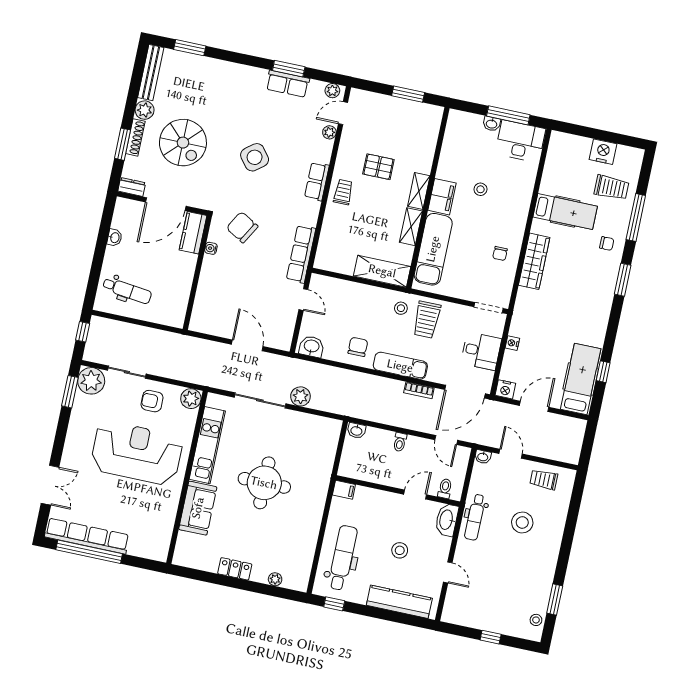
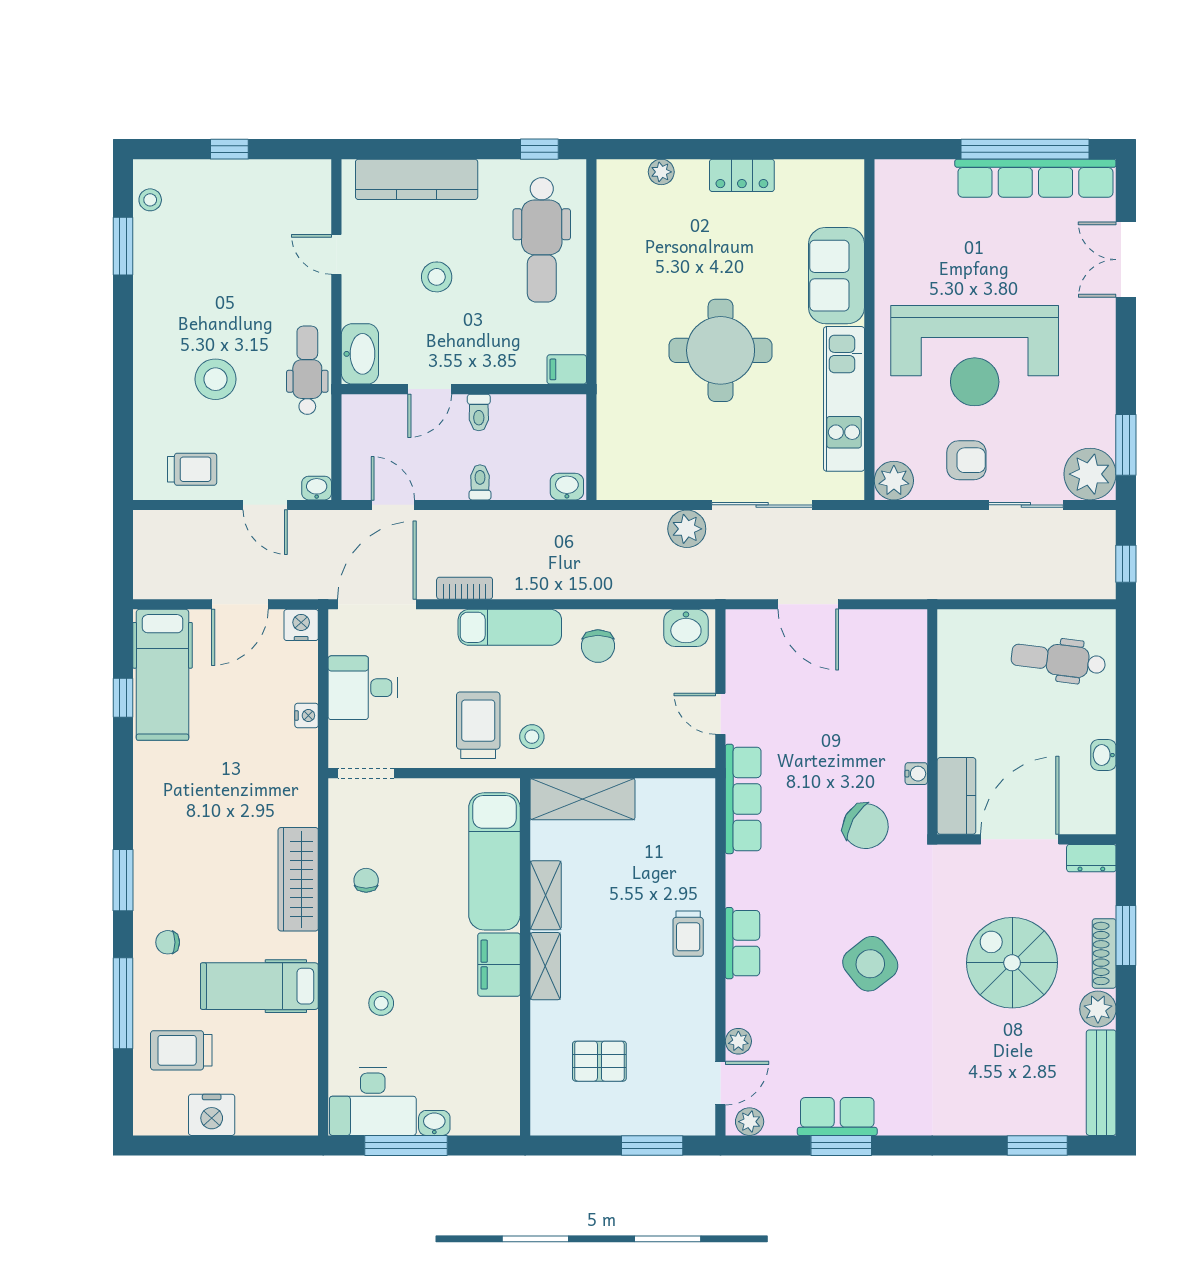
window: (408, 94) -> (652, 1145), moved
pallet: (378, 167) -> (599, 1061), moved
stool: (480, 189) -> (381, 1003), moved
toilet: (445, 488) -> (479, 413), moved

